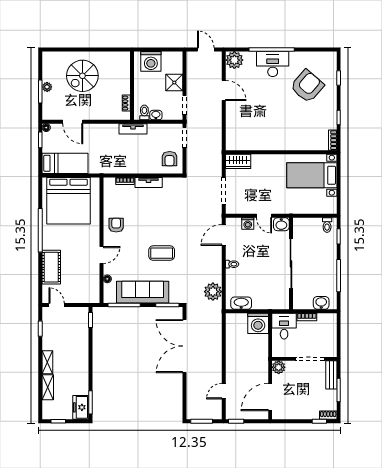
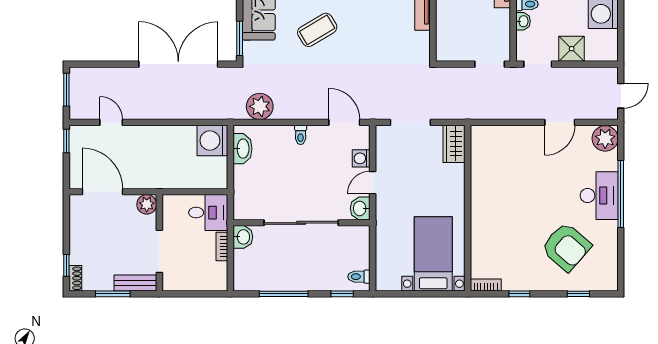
armchair: (170, 159) -> (458, 42), removed
coffee table: (162, 253) -> (317, 30), turned 59
washbasin: (321, 303) -> (243, 237), moved
washing machine: (258, 323) -> (212, 140), moved

